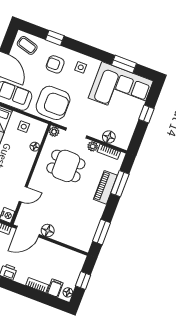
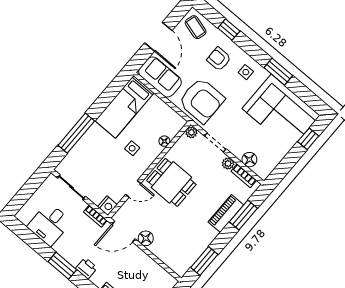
window: (124, 64) -> (278, 72), moved
window: (146, 114) -> (308, 139), moved
side table: (24, 127) -> (132, 148), moved
dining table: (66, 166) -> (171, 182), moved

